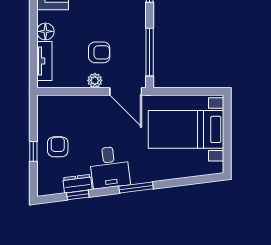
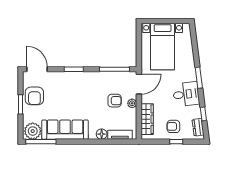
armchair: (99, 52) -> (115, 101), turned 90
wardrobe: (70, 105) -> (147, 119), added
dresser: (77, 184) -> (198, 127), moved

